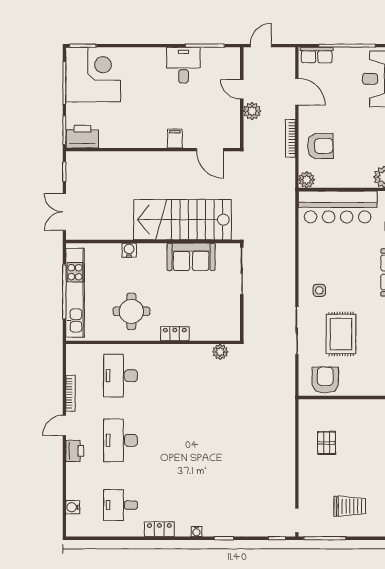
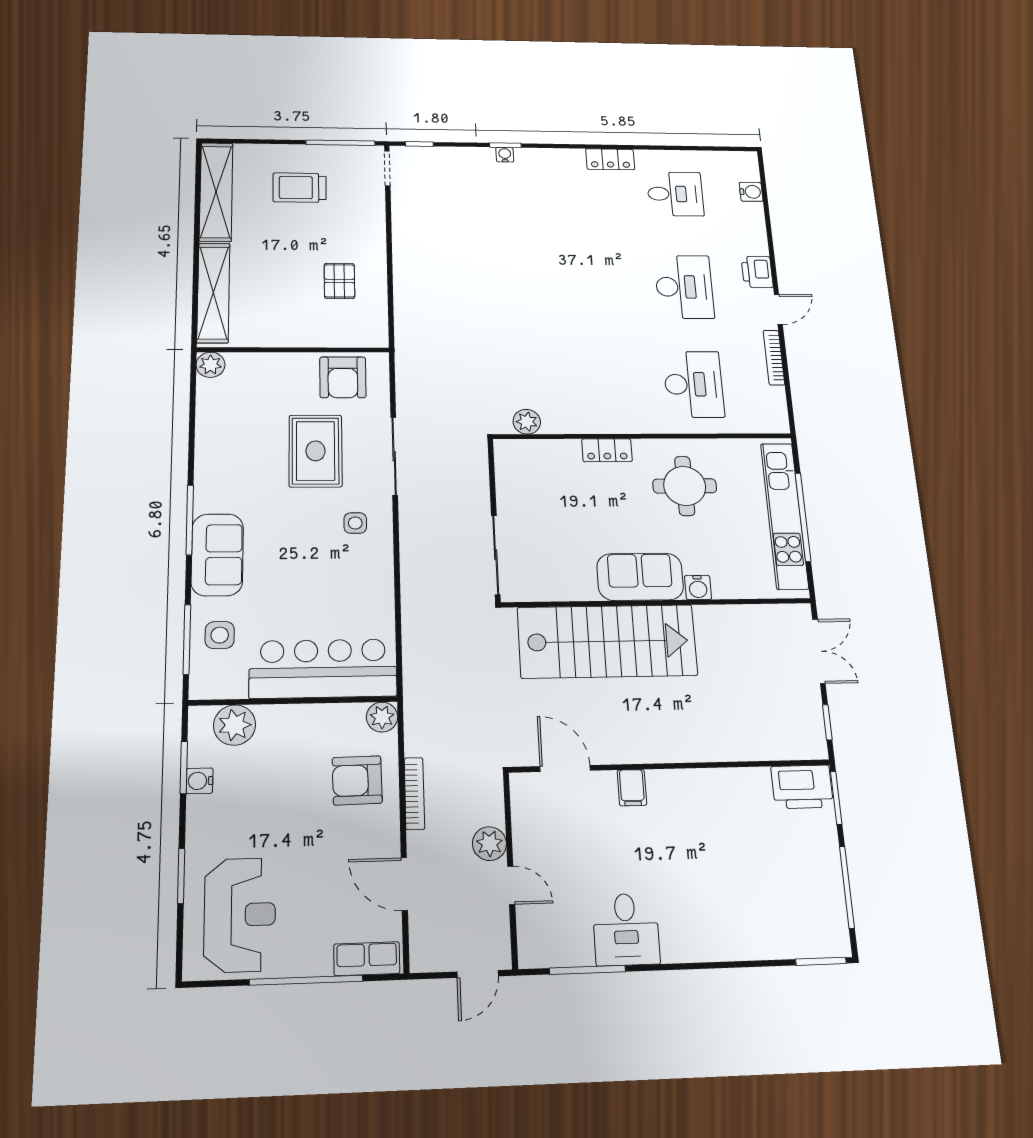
corner desk: (93, 75) -> (795, 905), removed
sofa: (191, 257) -> (640, 577), moved
water cooler: (196, 531) -> (505, 155), moved

